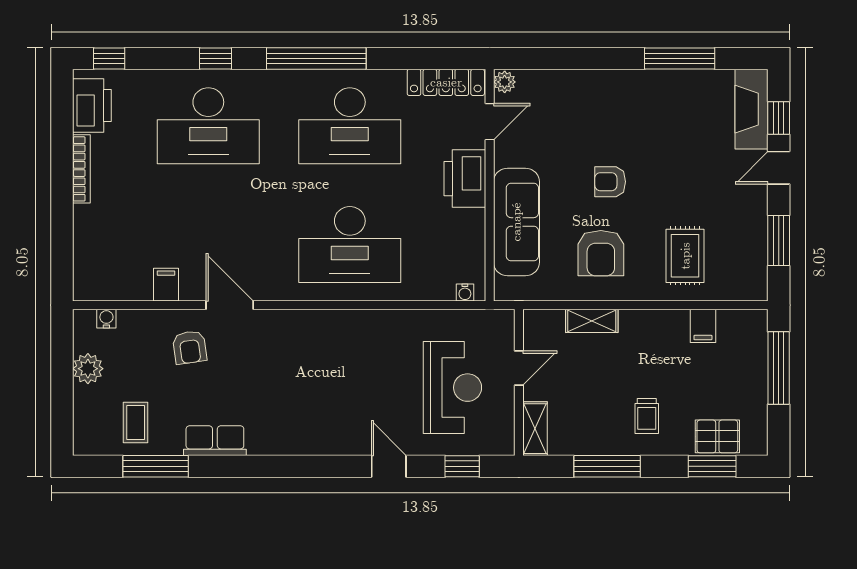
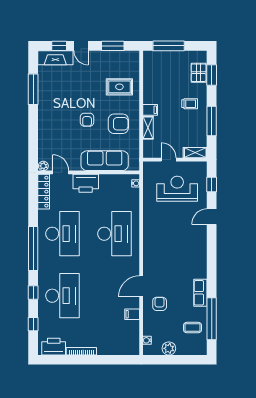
window: (109, 59) -> (33, 324), moved
filing cabinet: (703, 326) -> (150, 110), moved
armchair: (190, 347) -> (160, 304), turned -82
window: (156, 466) -> (212, 319), width x1.46

